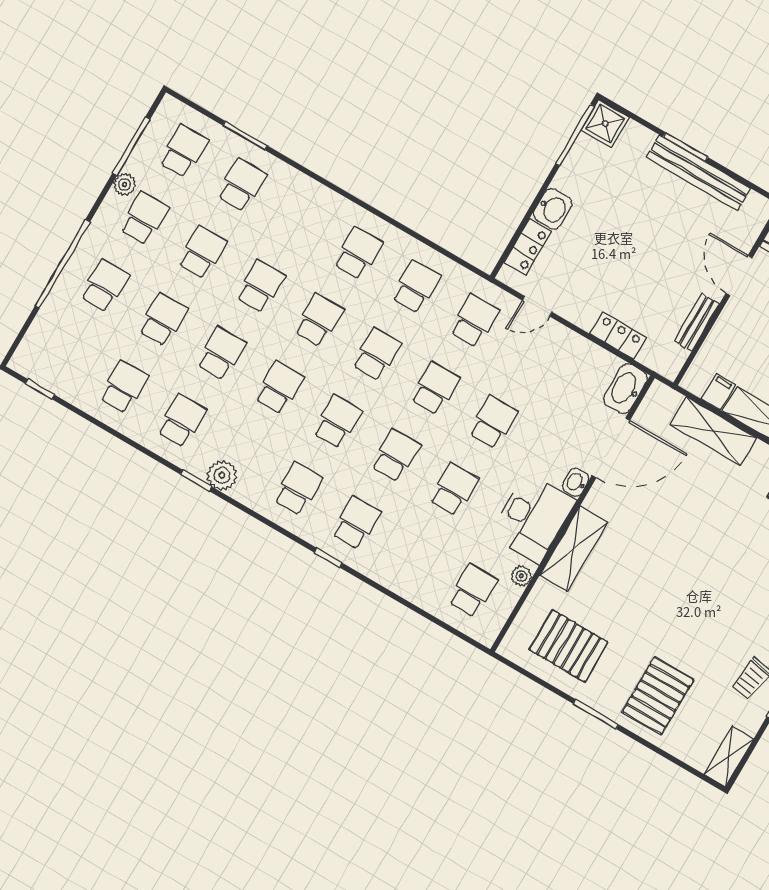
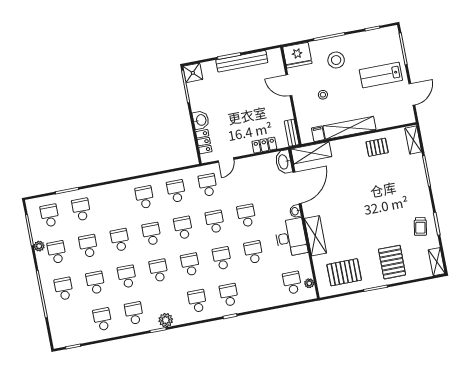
bench: (697, 322) -> (292, 133), moved
shelving: (713, 431) -> (311, 153), moved
plant: (521, 576) -> (309, 283), moved

